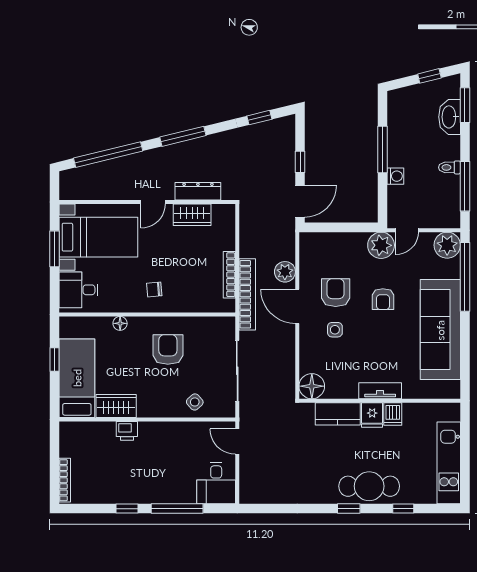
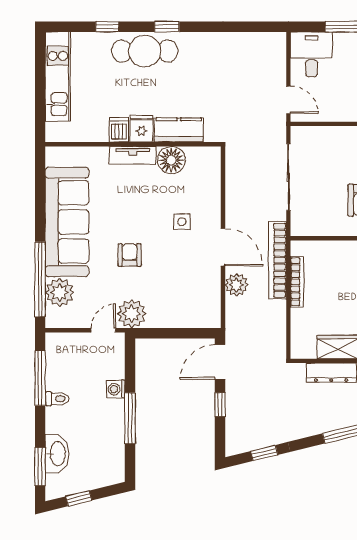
plant: (447, 245) -> (60, 292), moved
armchair: (336, 293) -> (181, 262), removed
floor lamp: (312, 386) -> (171, 160), moved
side table: (195, 402) -> (335, 143), removed

